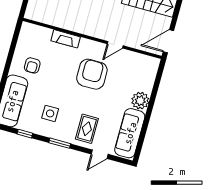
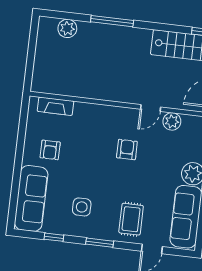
fireplace: (66, 39) -> (56, 106), moved
plant: (130, 58) -> (172, 121), added
armchair: (92, 74) -> (127, 150), width x0.53, depth x0.53

